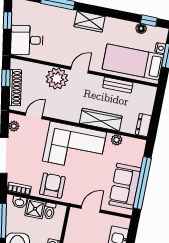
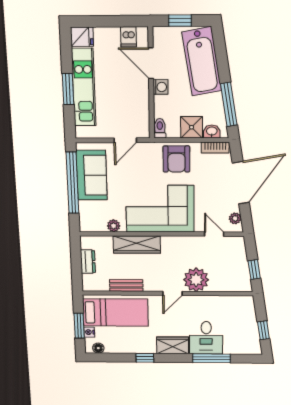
window: (149, 21) -> (145, 358), moved
floor lamp: (141, 28) -> (98, 348), moved
desk: (27, 40) -> (206, 338), moved, turned 100
shoe rack: (15, 88) -> (241, 261), removed
door: (34, 116) -> (214, 234), swing flipped
dresser: (143, 125) -> (88, 262), moved
toilet: (50, 211) -> (160, 128), moved

